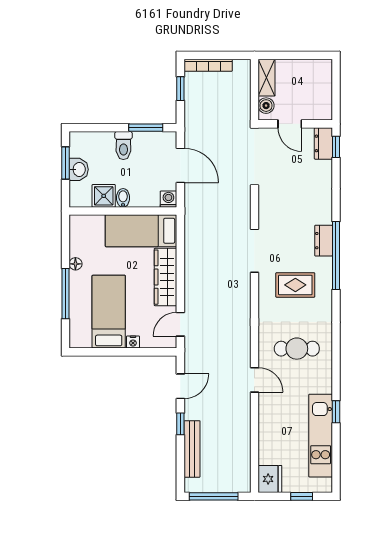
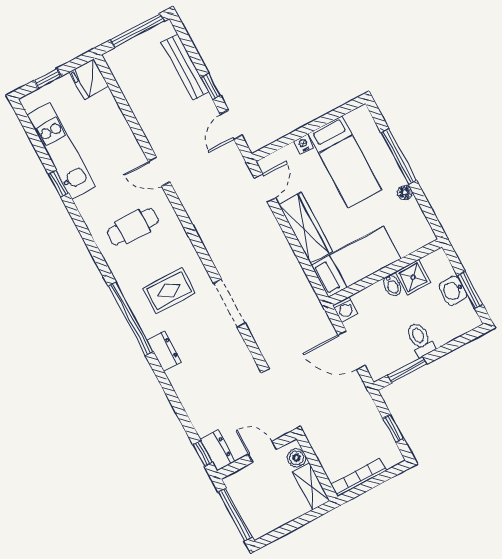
bookcase: (208, 65) -> (359, 477), moved
window: (336, 87) -> (235, 514), added
window: (336, 255) -> (131, 319), moved

